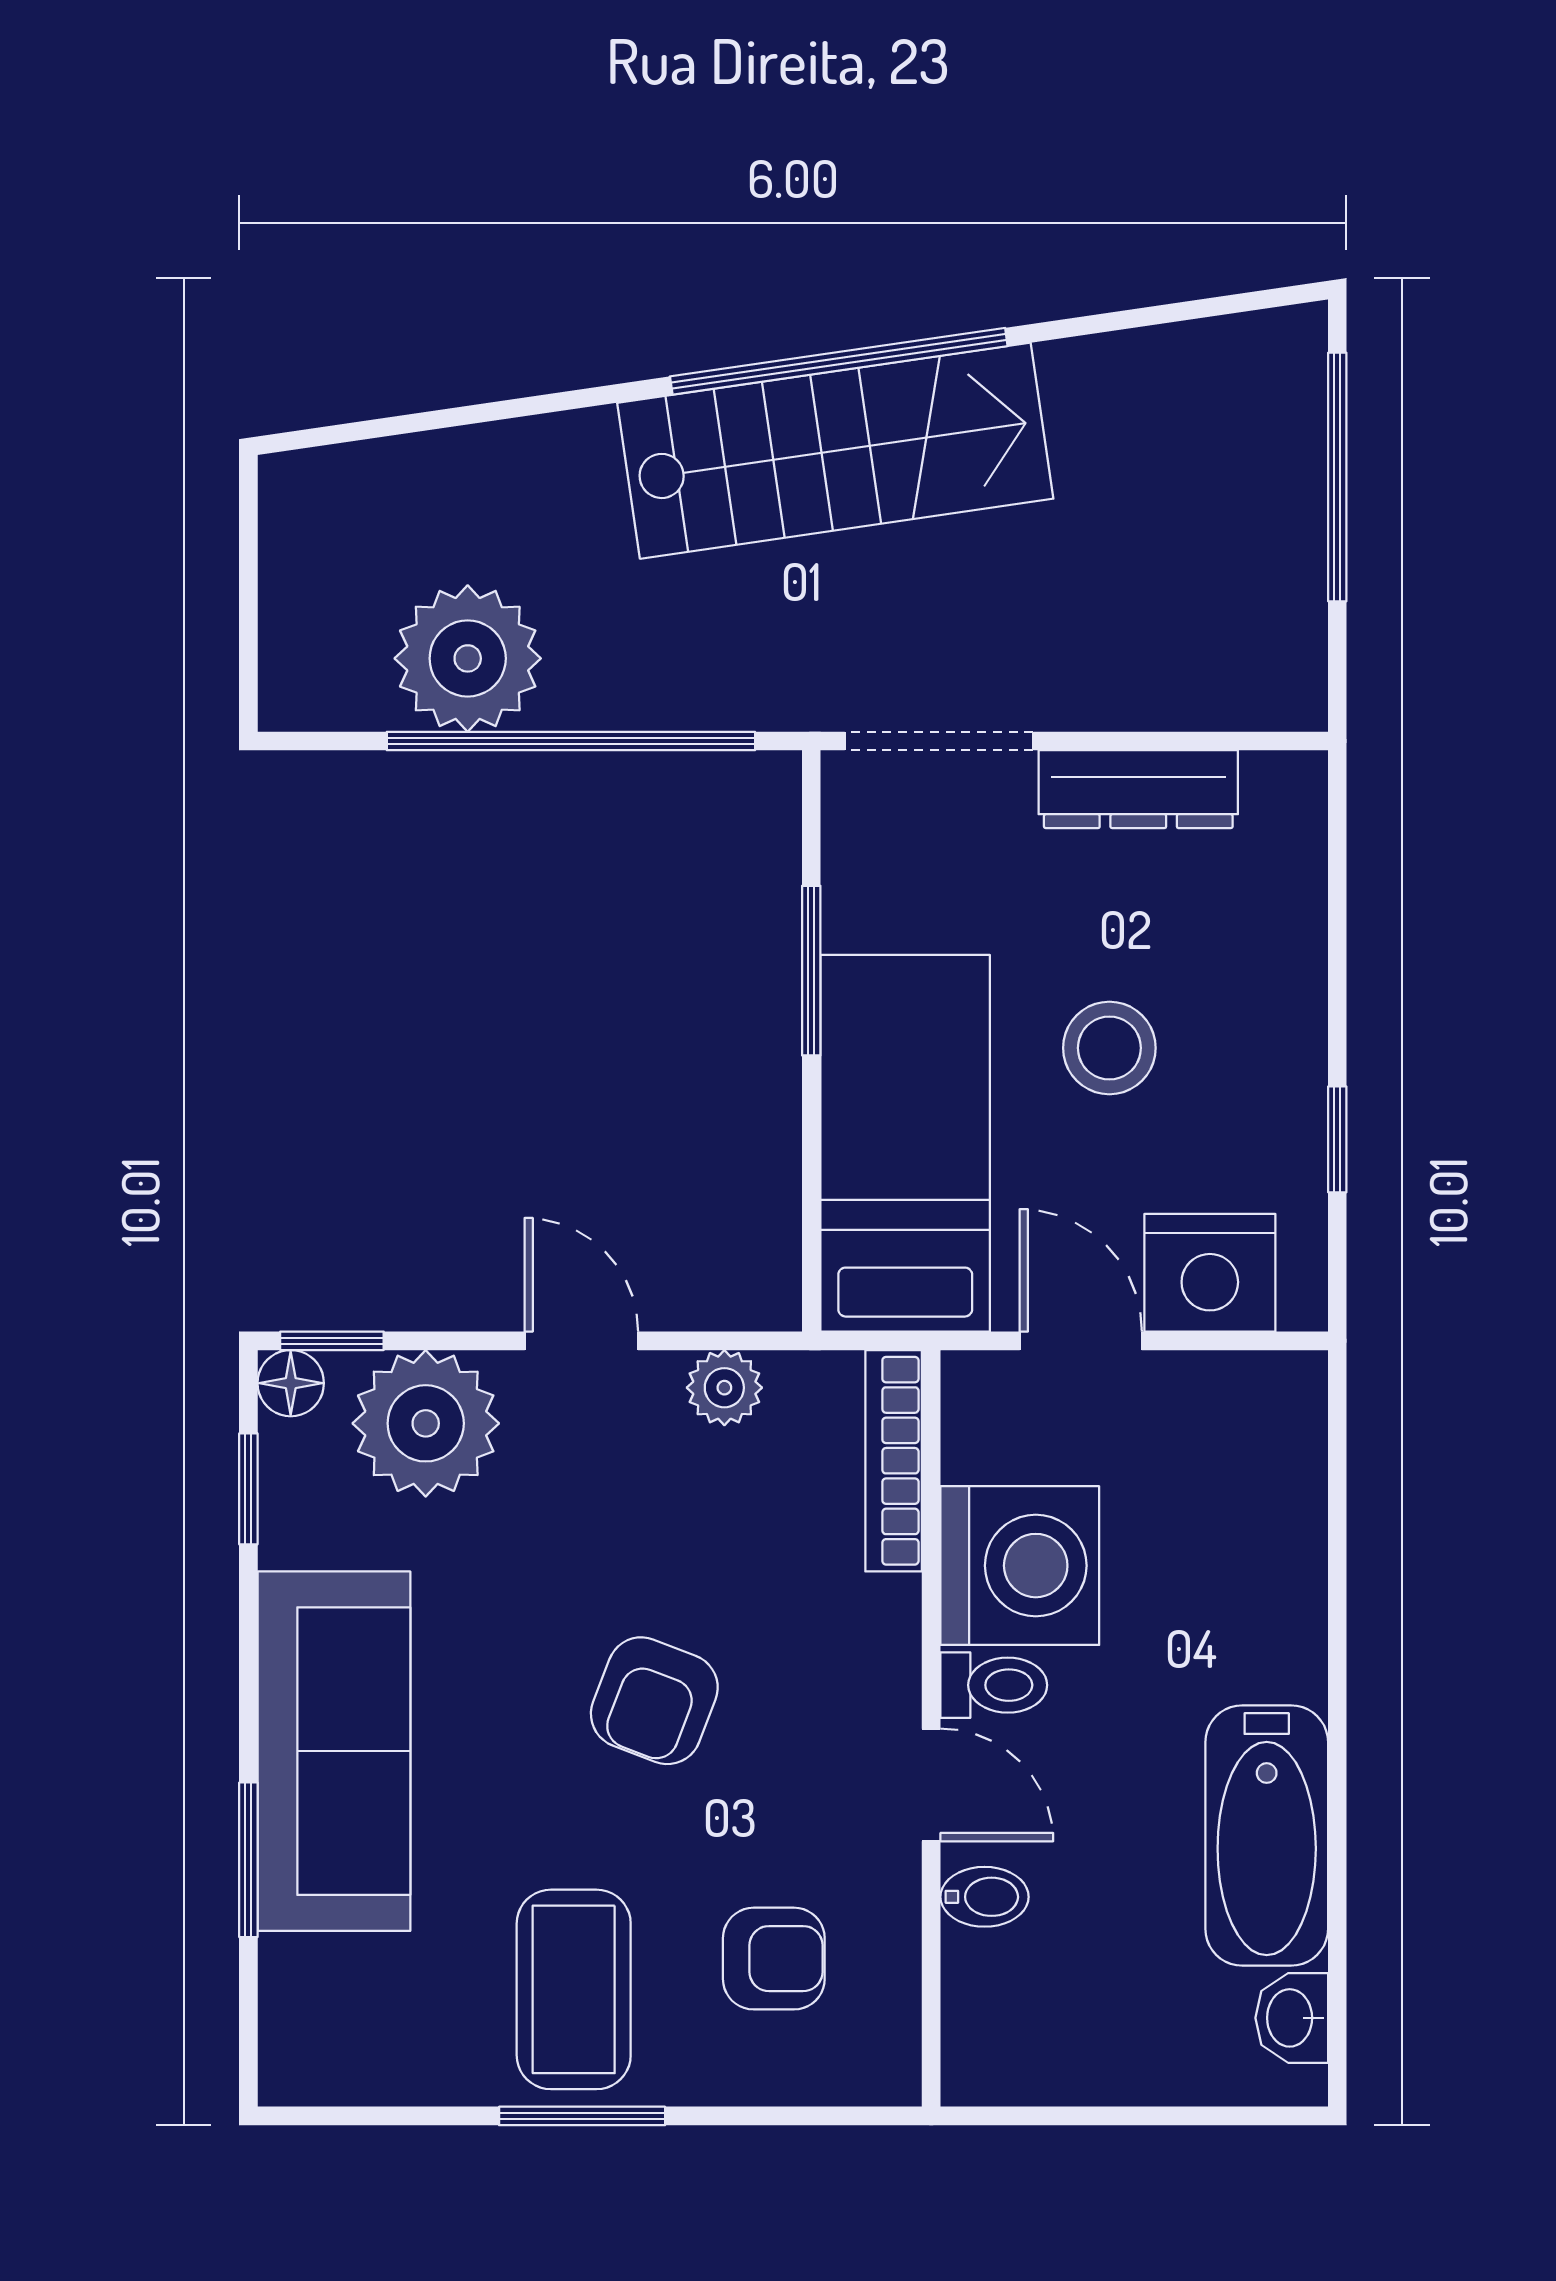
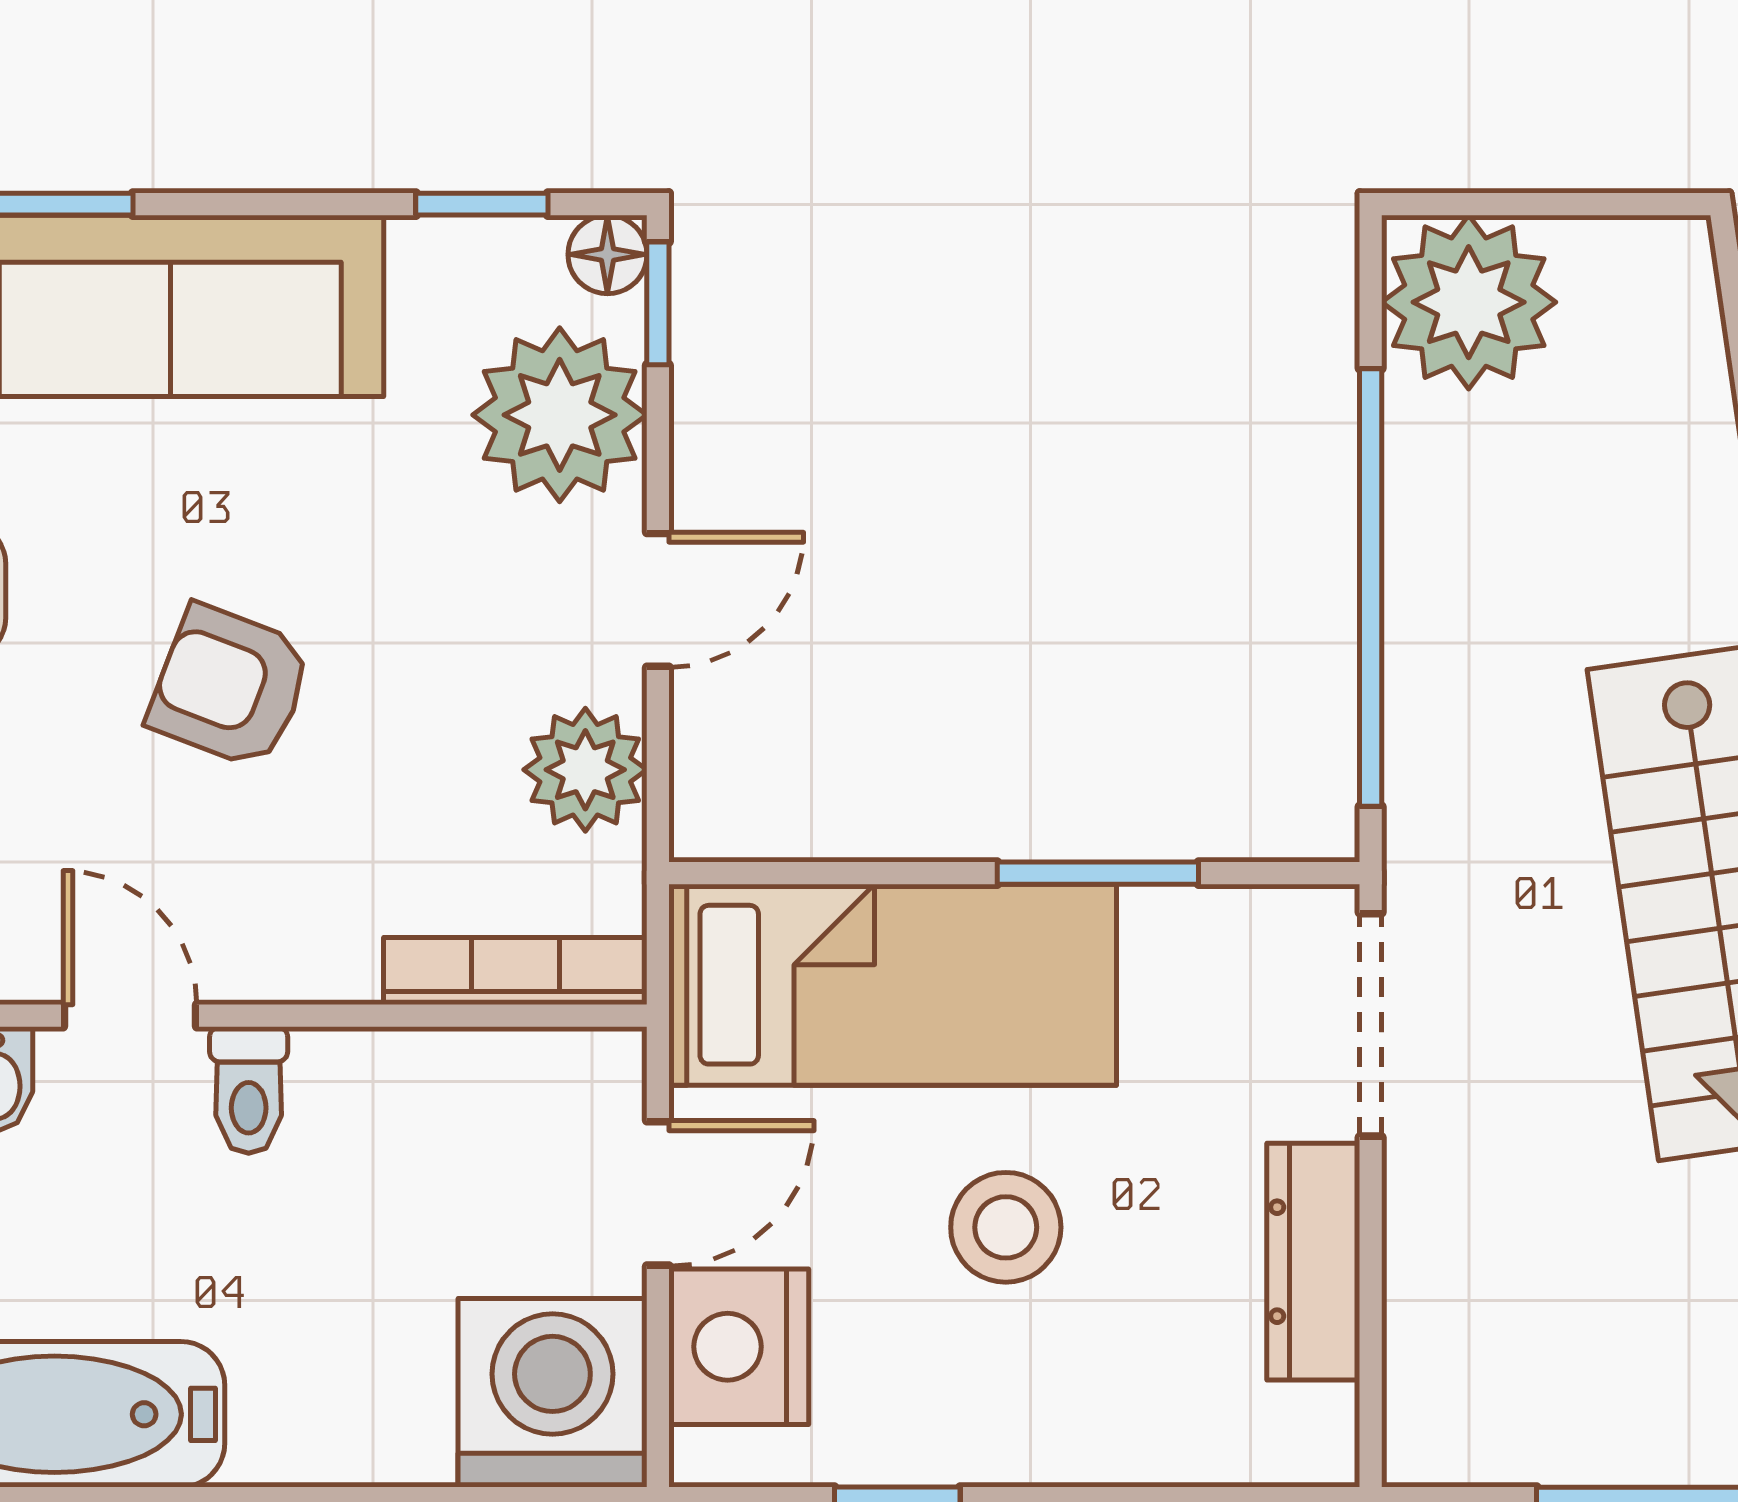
plant: (468, 658) -> (1469, 302), moved
plant: (724, 1388) -> (585, 770), width x1.38, depth x1.38
washing machine: (1020, 1566) -> (552, 1393), moved, turned 180
door: (931, 1785) -> (130, 1016), swing flipped

